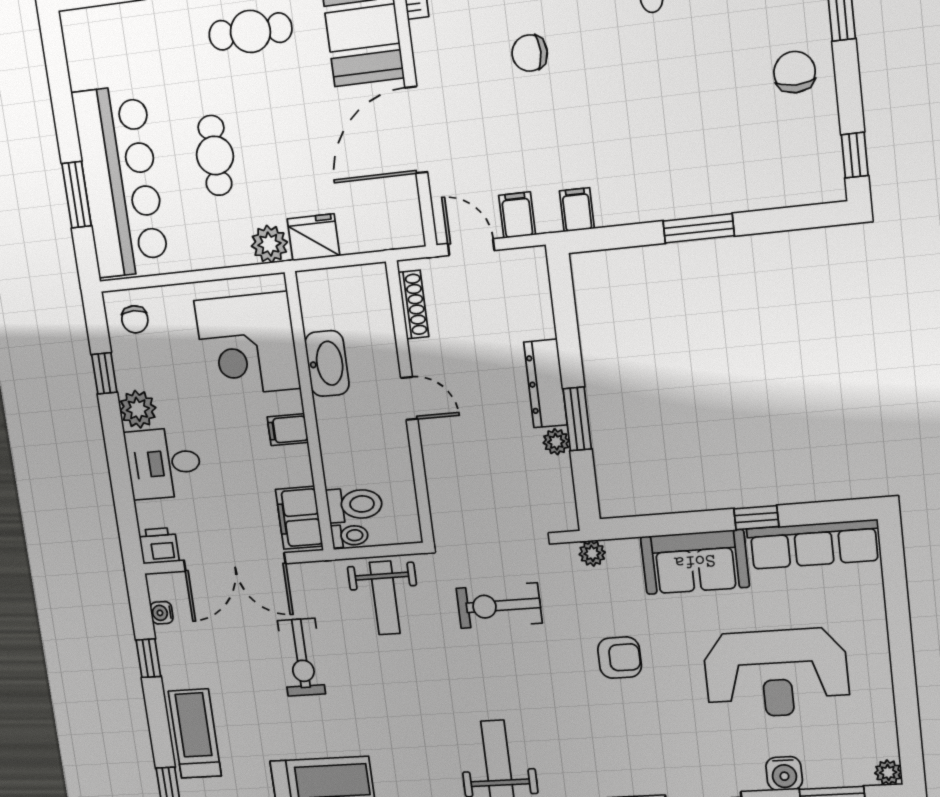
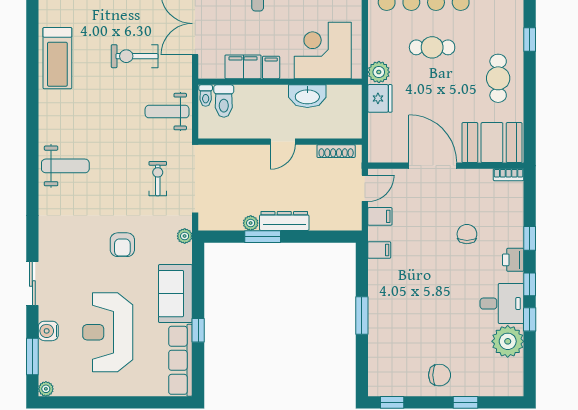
filing cabinet: (299, 518) -> (243, 67), moved
exercise bike: (499, 606) -> (158, 179), width x0.73, depth x0.72

